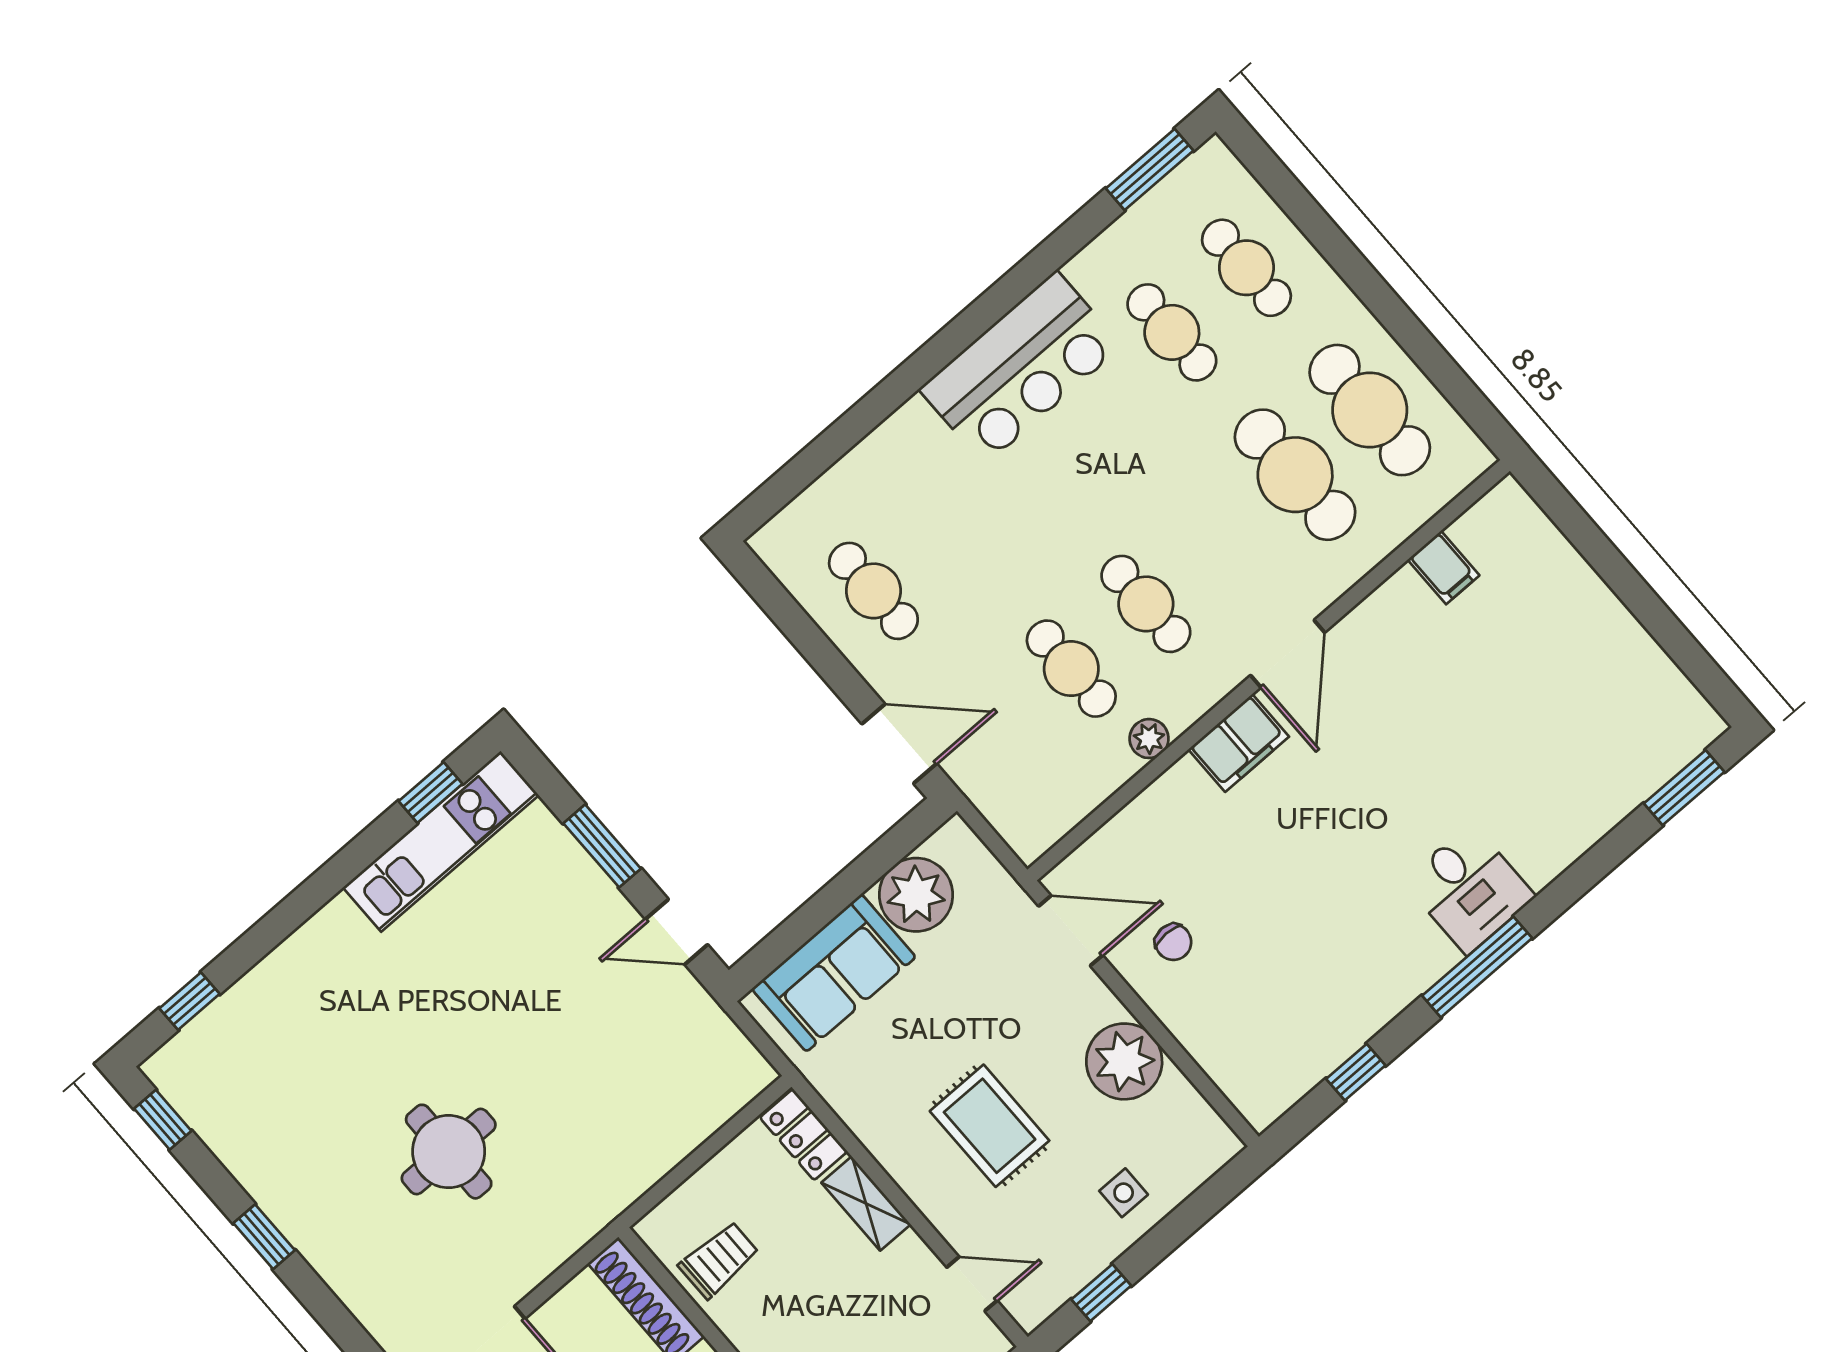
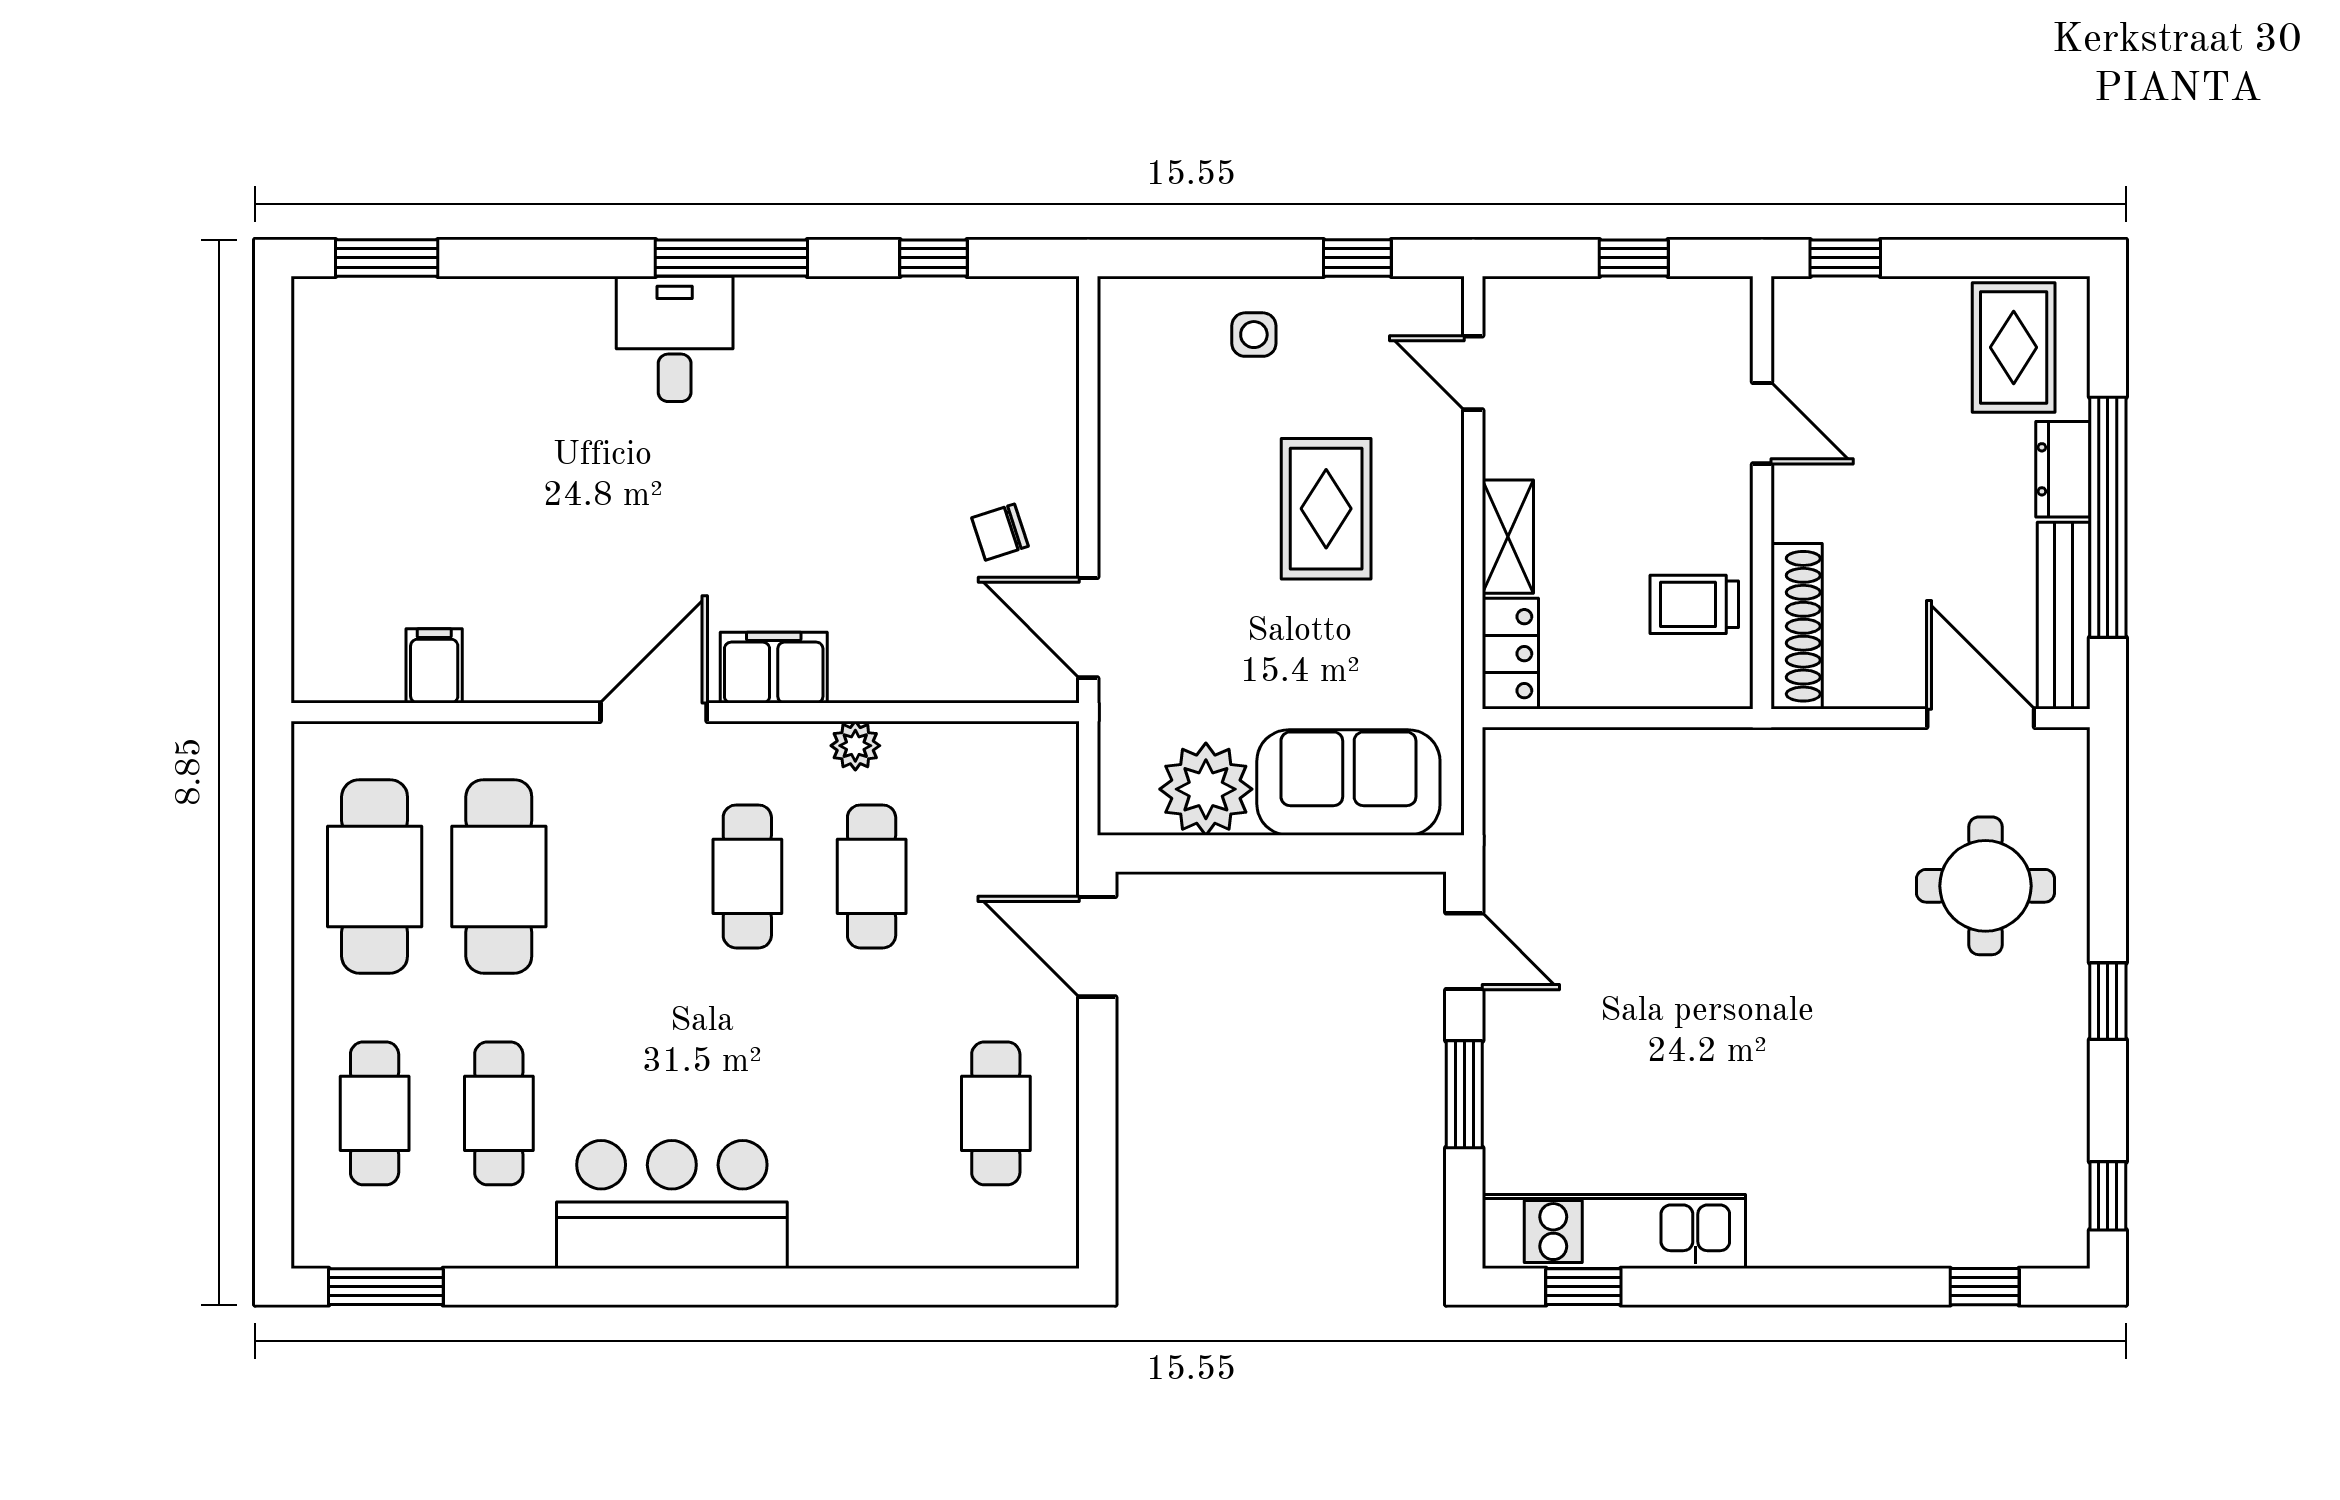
chair: (1173, 942) -> (1000, 532), turned -108
plant: (1124, 1061) -> (1145, 459), removed
round table: (449, 1152) -> (1985, 886), moved

